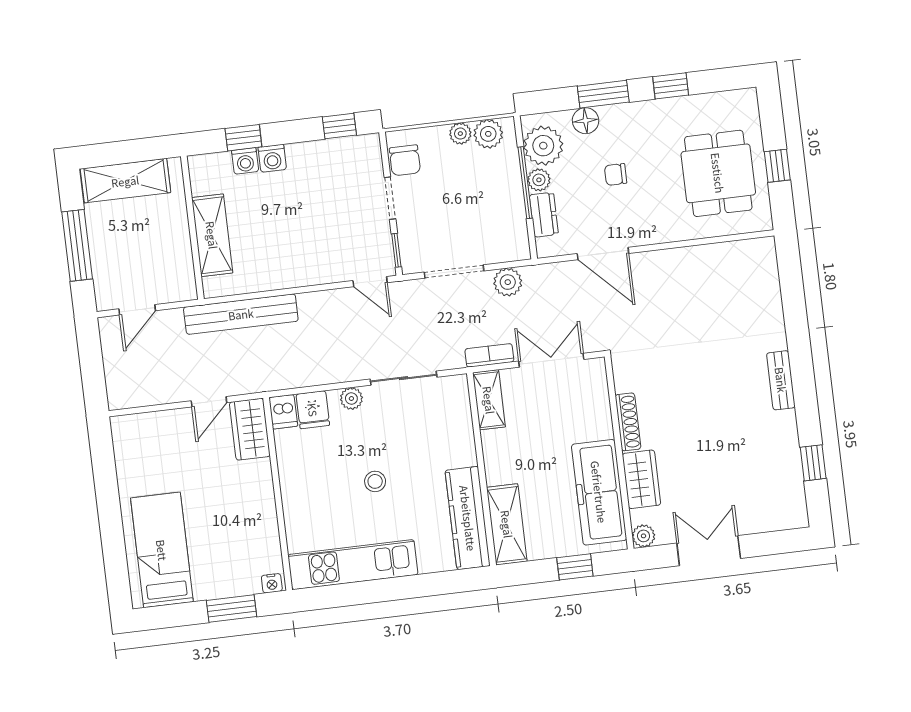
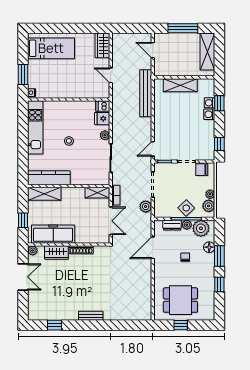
side table: (500, 186) -> (186, 208), added
wardrobe: (250, 429) -> (102, 45), moved, turned -90

